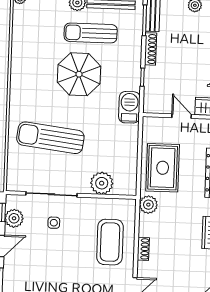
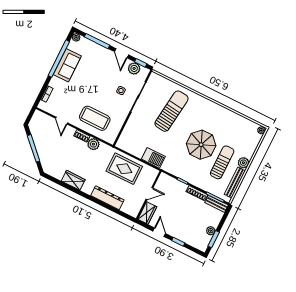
barbecue: (129, 107) -> (153, 158), moved
plant: (102, 183) -> (131, 129), removed
plant: (148, 205) -> (93, 144), moved

